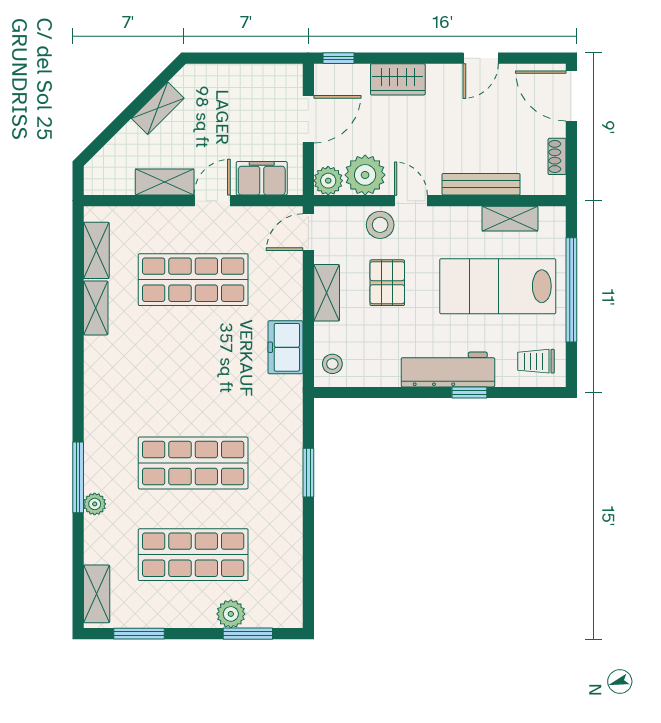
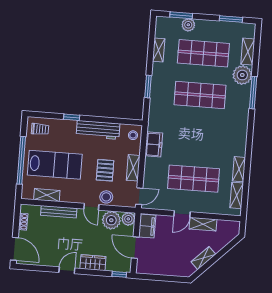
door: (481, 58) -> (67, 270), moved
door: (308, 119) -> (135, 248), hinge flipped
filing cabinet: (262, 178) -> (147, 226), moved, turned -90
workbench: (448, 369) -> (98, 130), moved
plant: (95, 504) -> (242, 75), width x1.87, depth x1.87
shelving: (291, 554) -> (159, 50), added
shelving: (97, 594) -> (248, 52), moved

